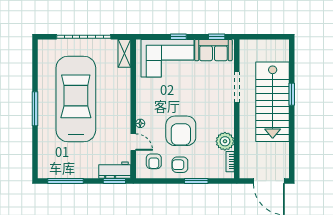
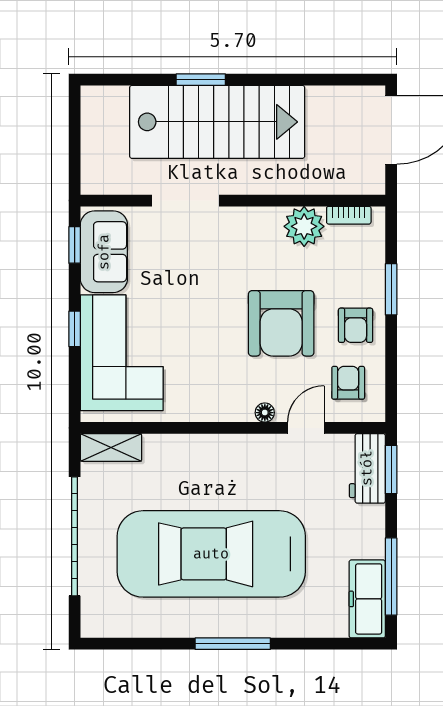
armchair: (181, 131) -> (281, 323), turned 90
armchair: (154, 161) -> (348, 383), turned -90
freezer: (55, 170) -> (367, 599), added

